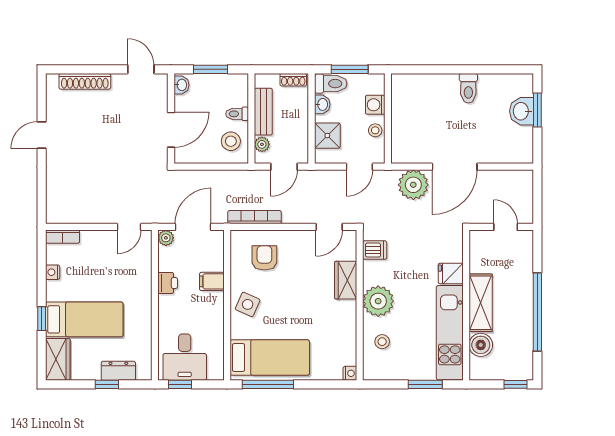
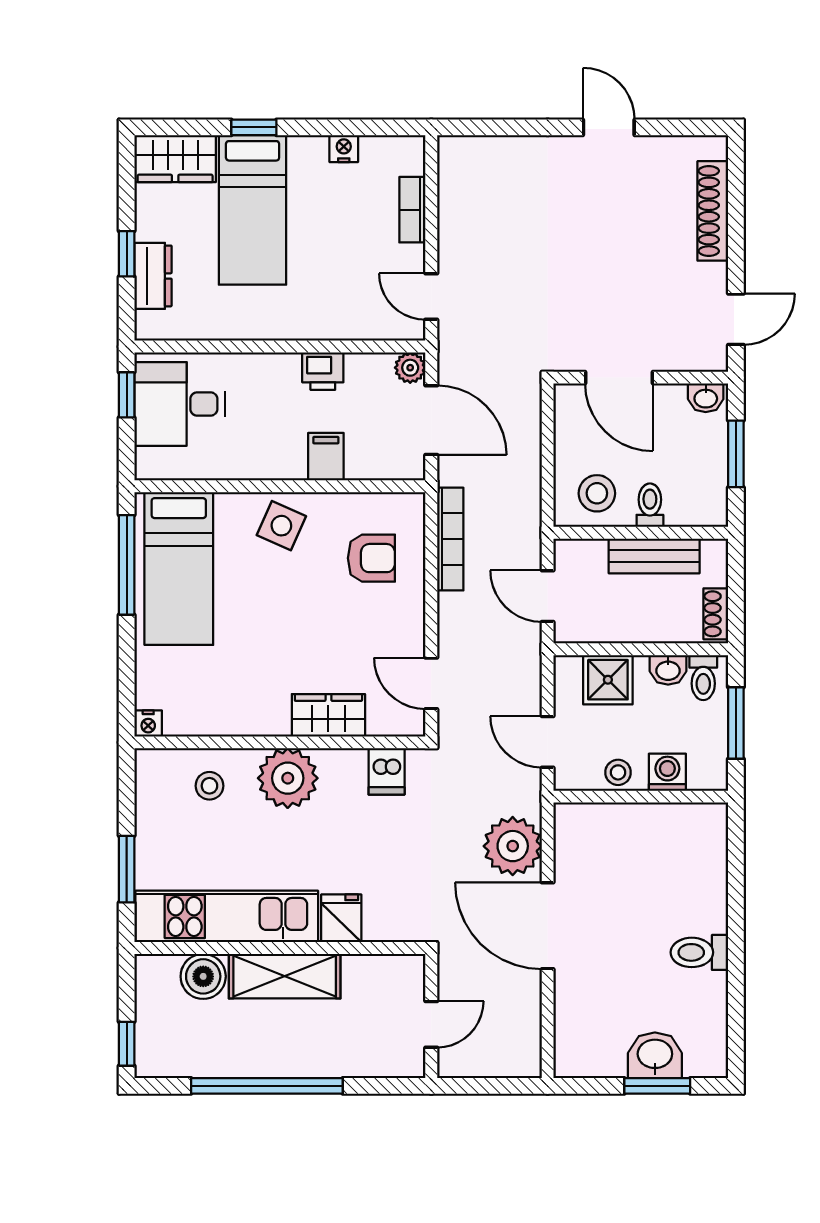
toilet: (331, 84) -> (703, 678), width x0.73, depth x0.72
plant: (262, 144) -> (591, 553), removed
bookcase: (62, 237) -> (412, 210), moved

